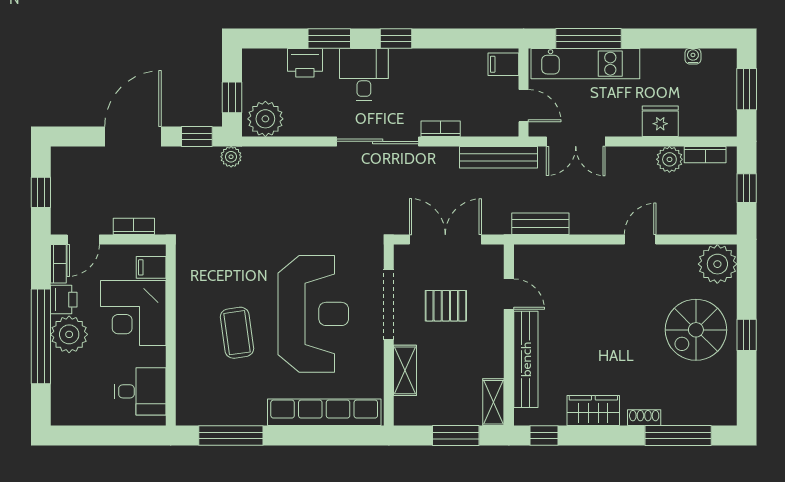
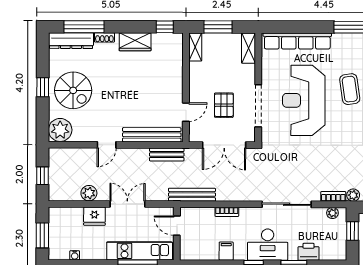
filing cabinet: (503, 64) -> (226, 251), moved, turned -90
desk: (364, 74) -> (268, 245), width x1.37
plant: (265, 119) -> (332, 213), width x0.53, depth x0.53
sliding door: (378, 141) -> (287, 204), moved
double door: (576, 141) -> (127, 204), moved
bookcase: (705, 155) -> (333, 196), moved
door: (509, 294) -> (186, 112), swing flipped
pallet: (446, 306) -> (224, 105), turned 90
spiral stairs: (696, 330) -> (73, 90), turned 90
bench: (526, 359) -> (152, 135), moved, turned 90
shelving: (405, 370) -> (249, 48), moved
dresser: (700, 412) -> (71, 41), added

